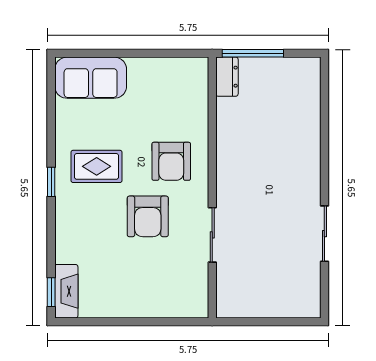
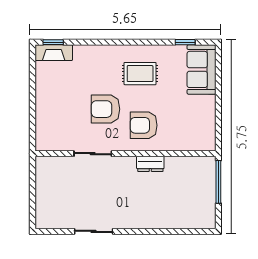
dresser: (227, 77) -> (150, 164), moved
rug: (97, 166) -> (140, 74), turned 90
window: (51, 182) -> (185, 42), moved

